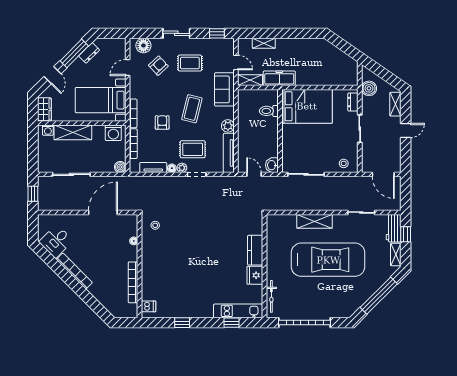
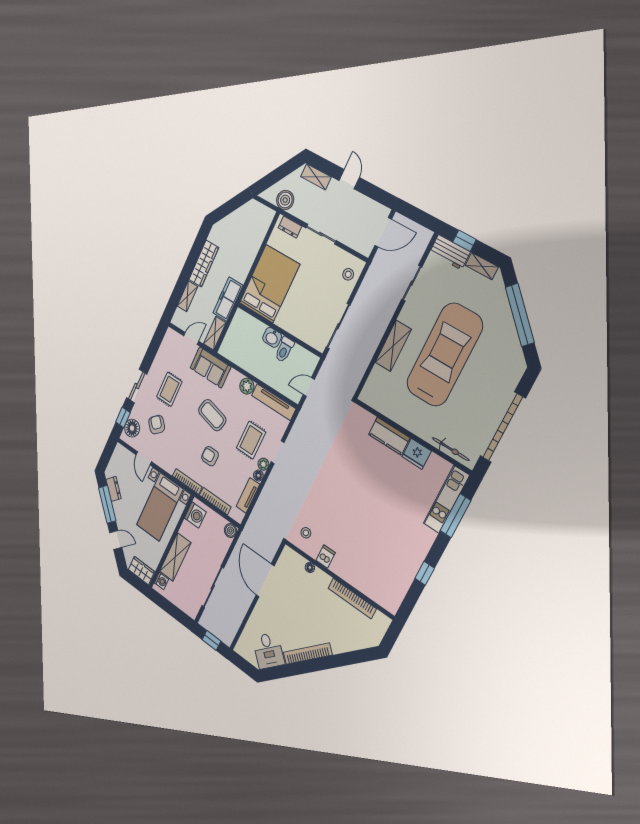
window: (217, 33) -> (123, 417), moved
wardrobe: (294, 45) -> (204, 264), added
toilet: (269, 111) -> (284, 350), moved
washbasin: (272, 165) -> (272, 337), moved
dishwasher: (148, 306) -> (326, 557), moved
window: (232, 323) -> (455, 516), width x2.17

